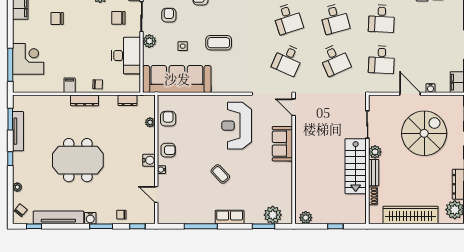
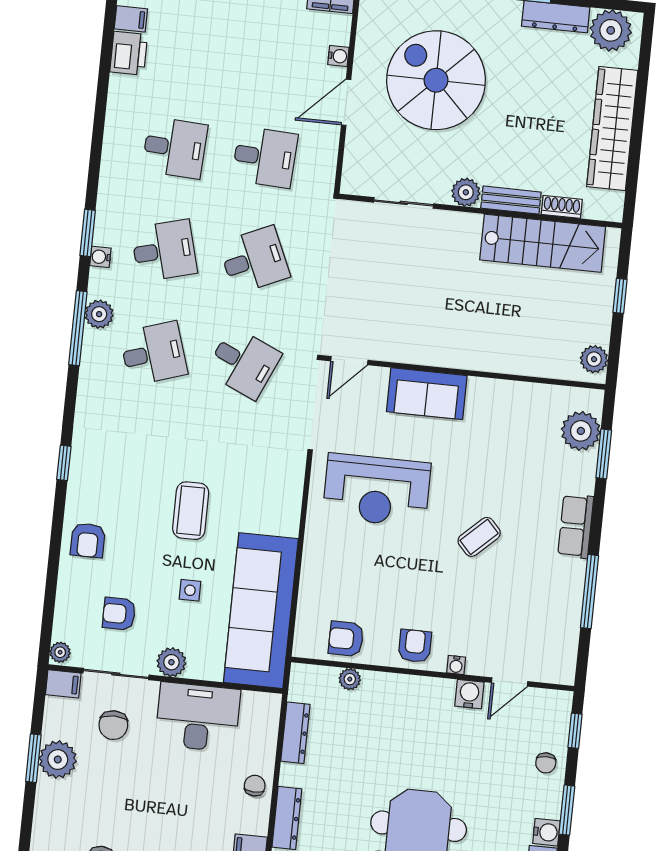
dresser: (128, 100) -> (295, 733), width x1.44
water cooler: (149, 160) -> (469, 694), moved
stairs: (356, 166) -> (543, 243), moved

